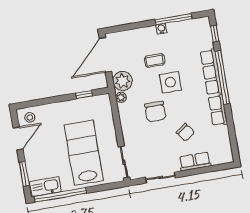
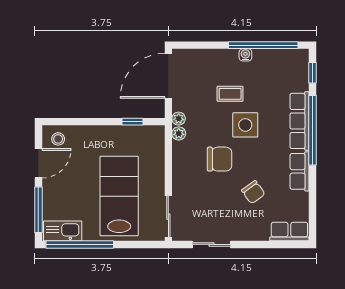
window: (174, 19) -> (263, 45), width x1.46
plant: (122, 81) -> (179, 119), width x0.53, depth x0.53
chair: (155, 112) -> (220, 159), turned -90
row of seats: (195, 161) -> (289, 232), moved
window: (24, 174) -> (38, 210), width x1.44

